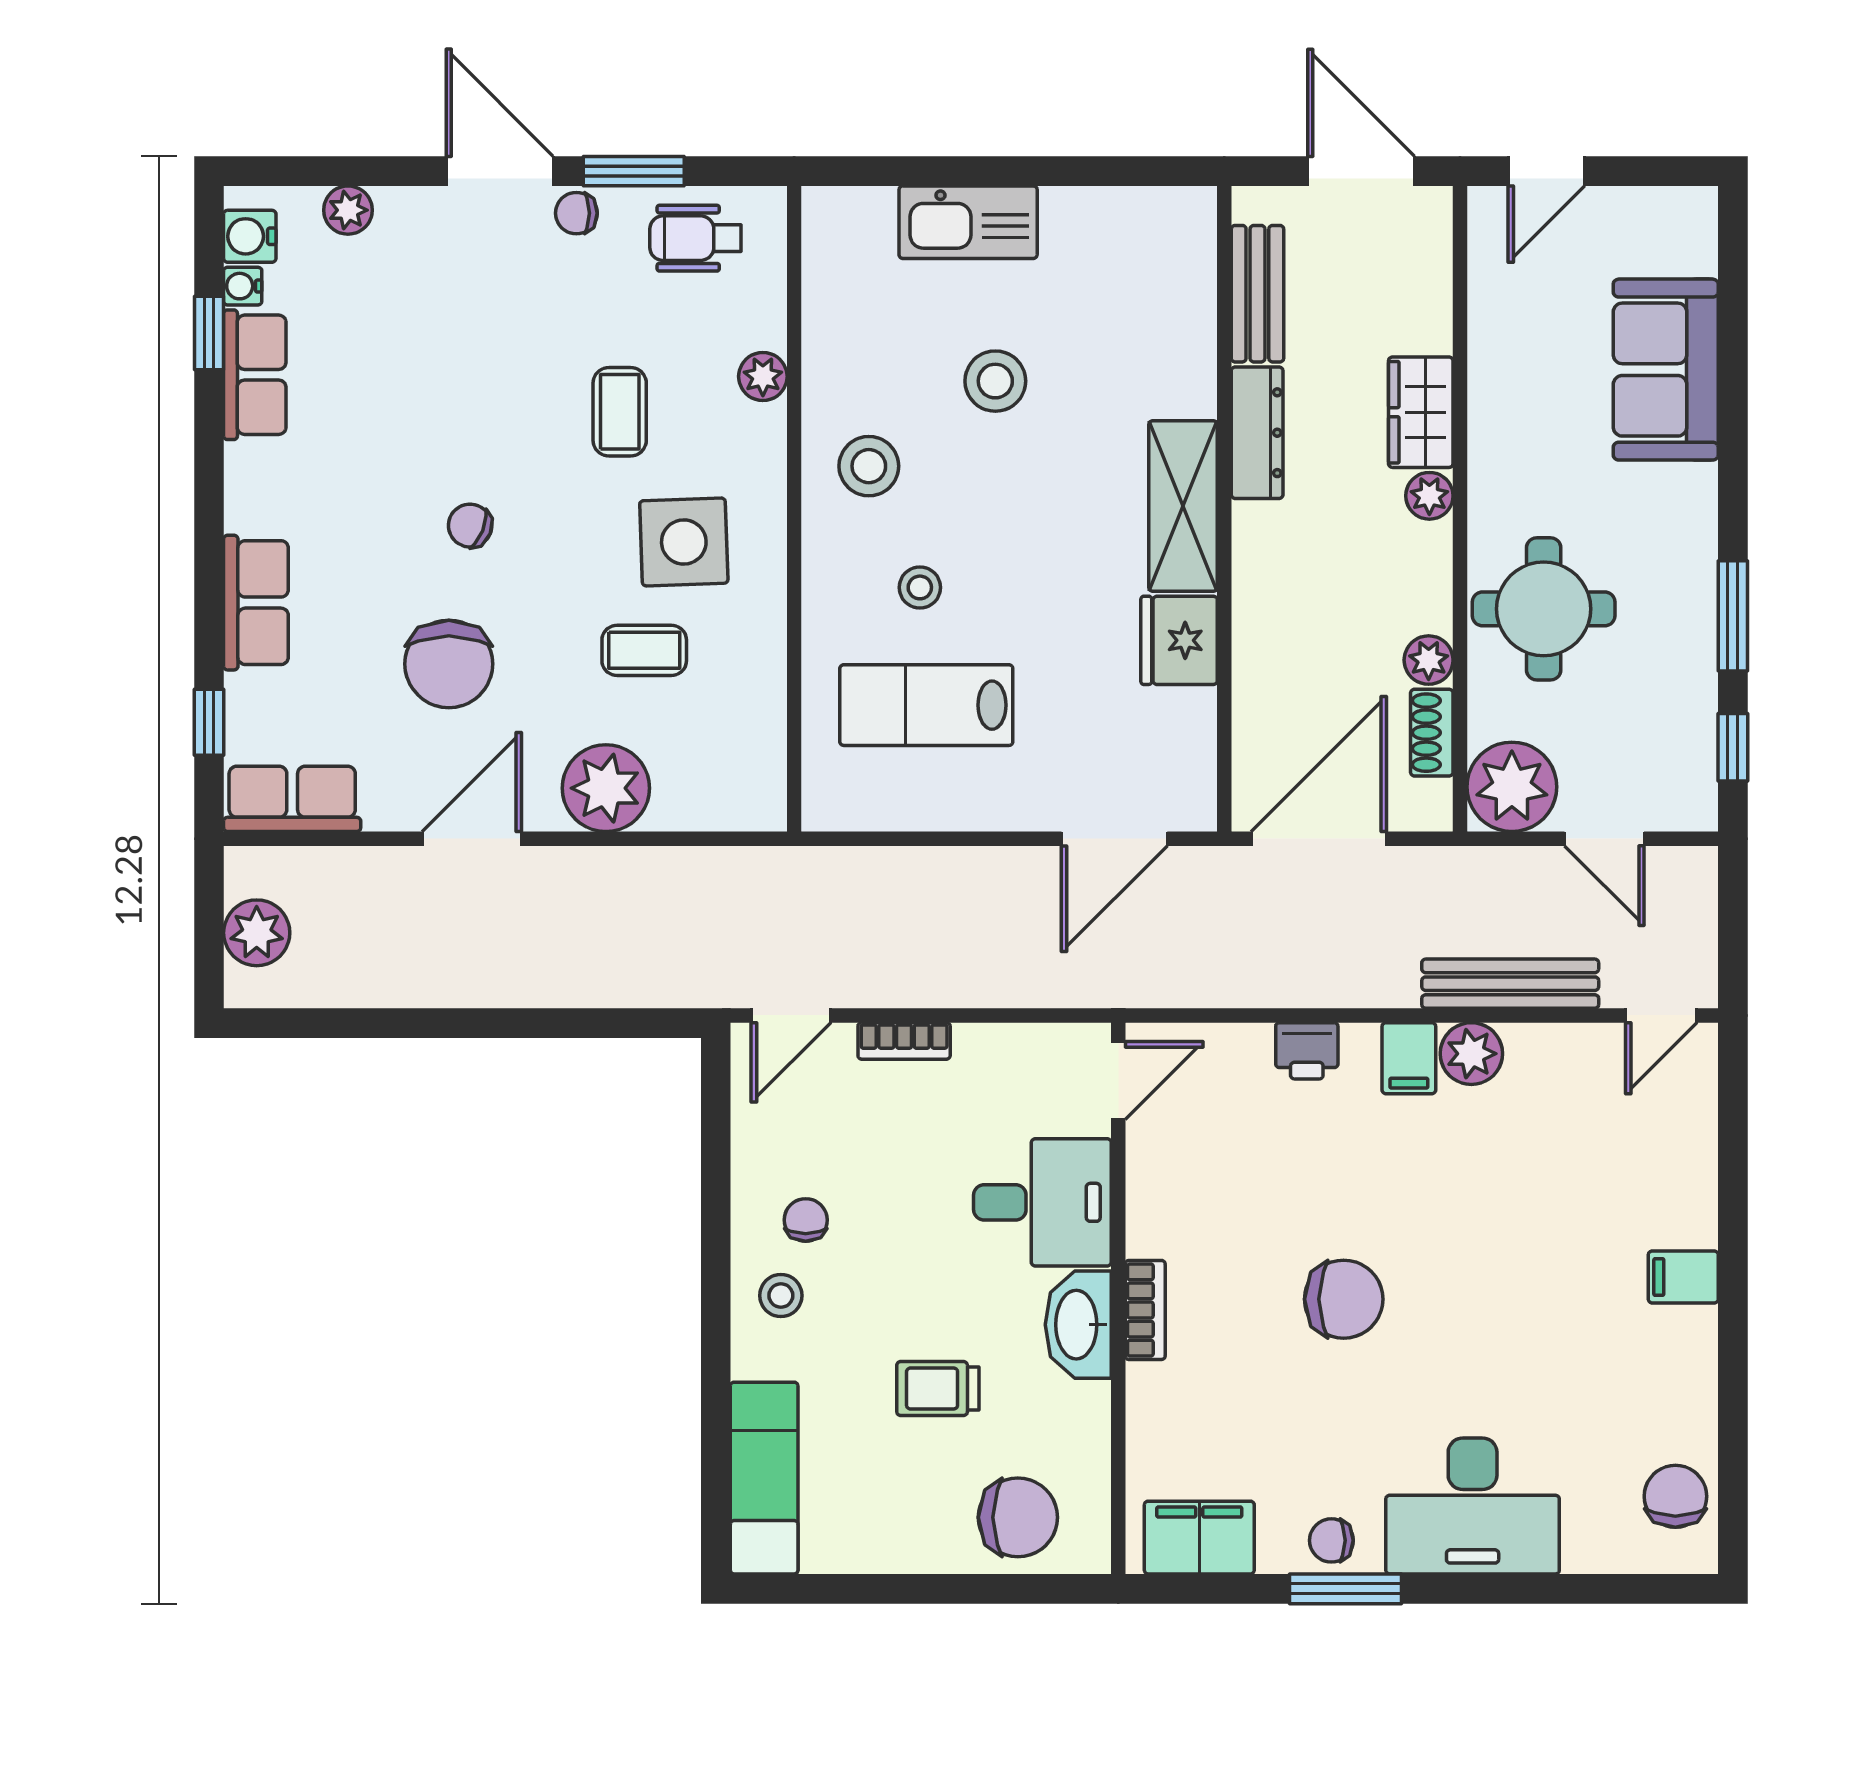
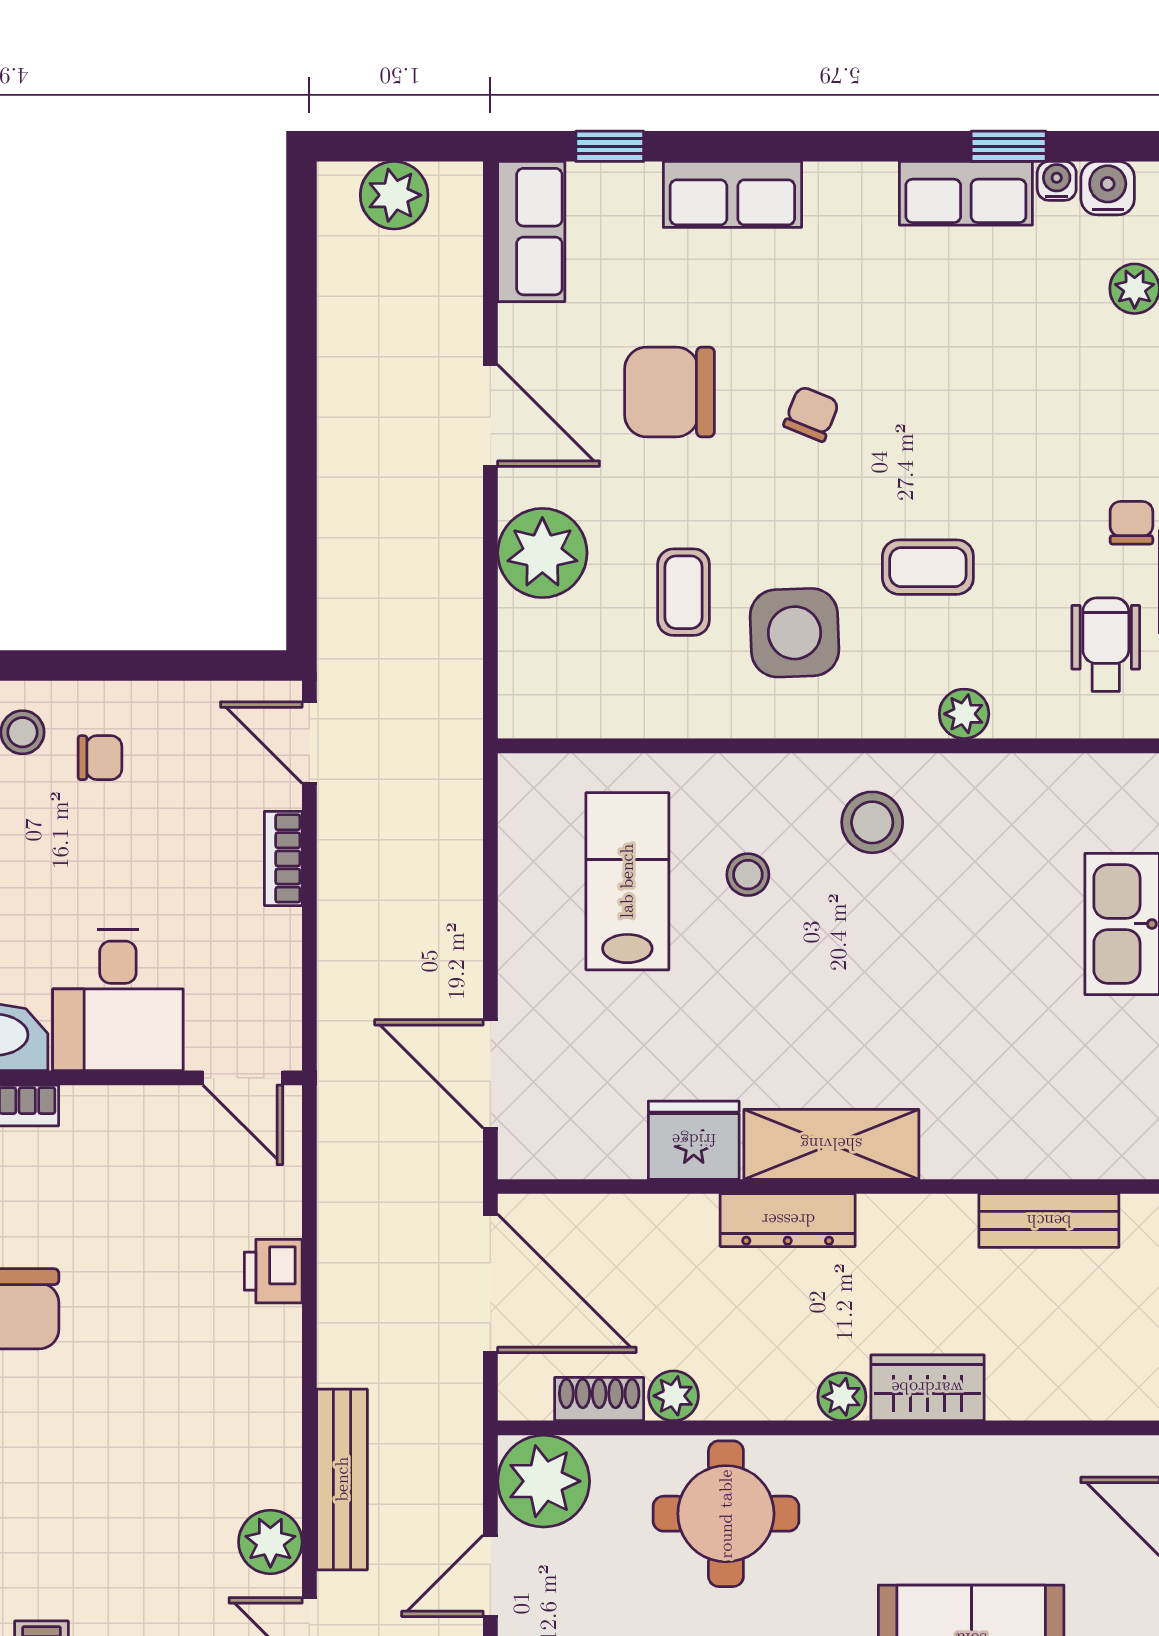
stool: (995, 381) -> (959, 952), removed
dresser: (1257, 433) -> (788, 1220), moved
plant: (1471, 1054) -> (270, 1542), moved
filing cabinet: (1409, 1058) -> (266, 1376), removed

